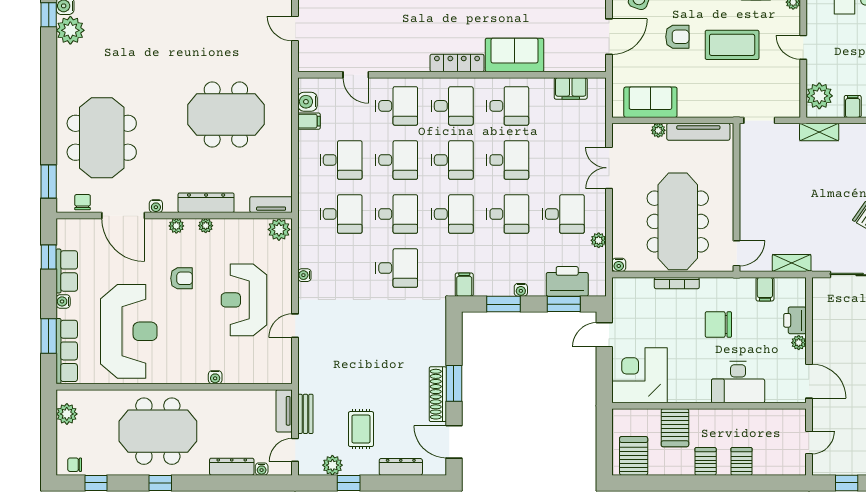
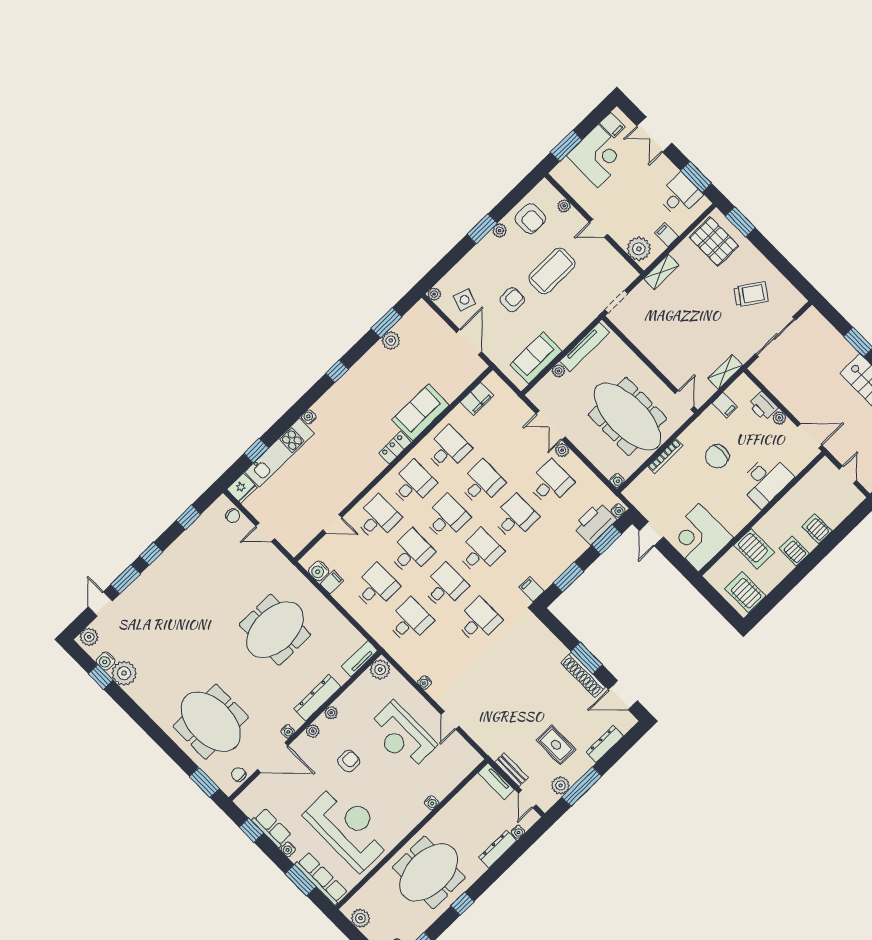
locker: (457, 63) -> (395, 448), width x0.66
plant: (599, 240) -> (562, 450), moved
water cooler: (521, 290) -> (618, 510), moved
window: (349, 483) -> (582, 787), width x2.17

